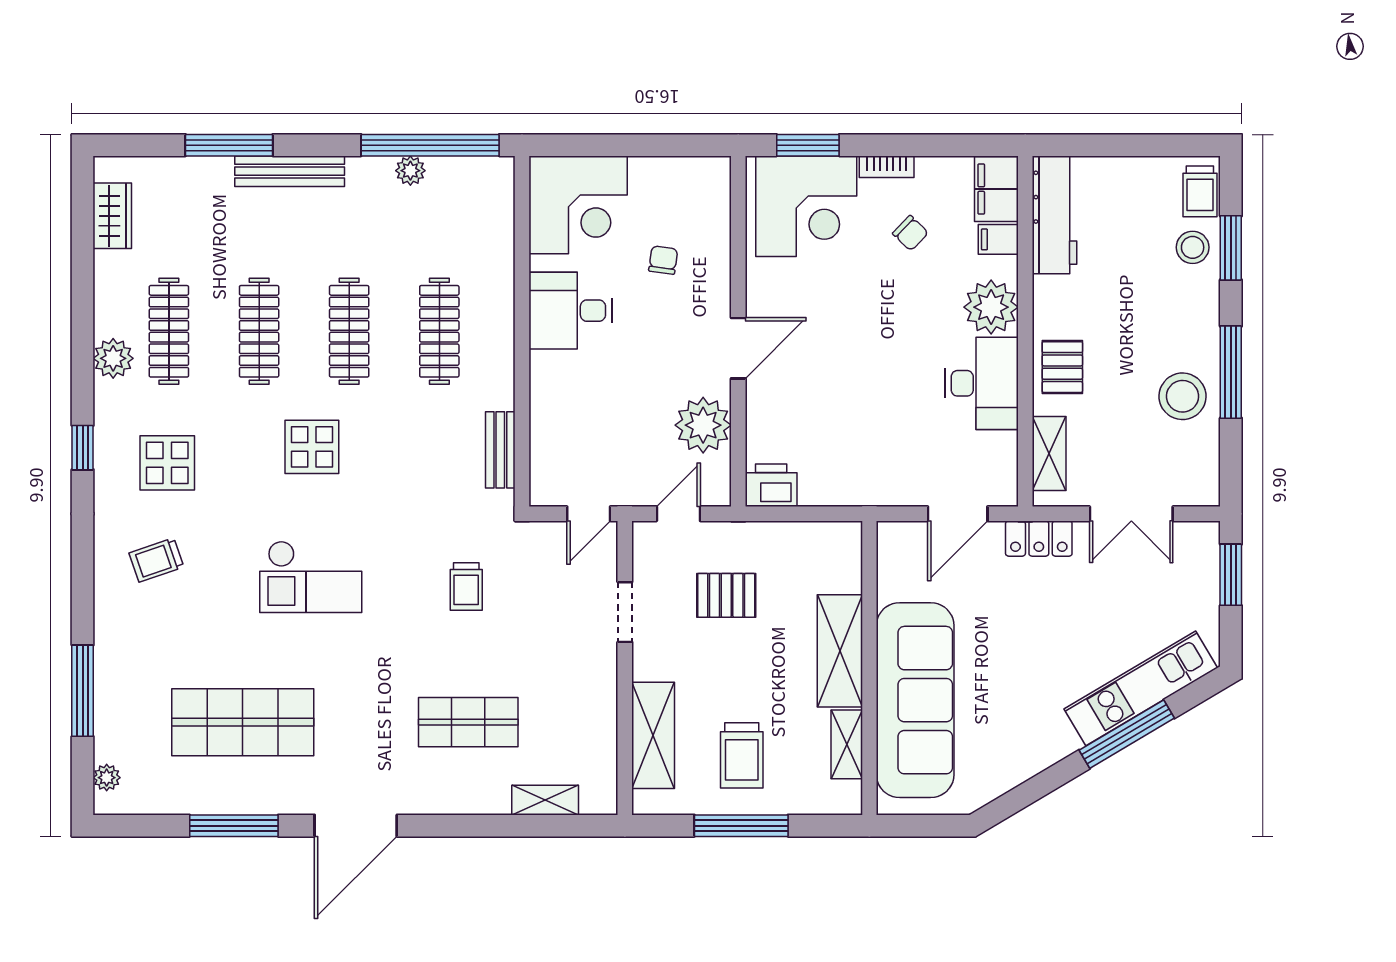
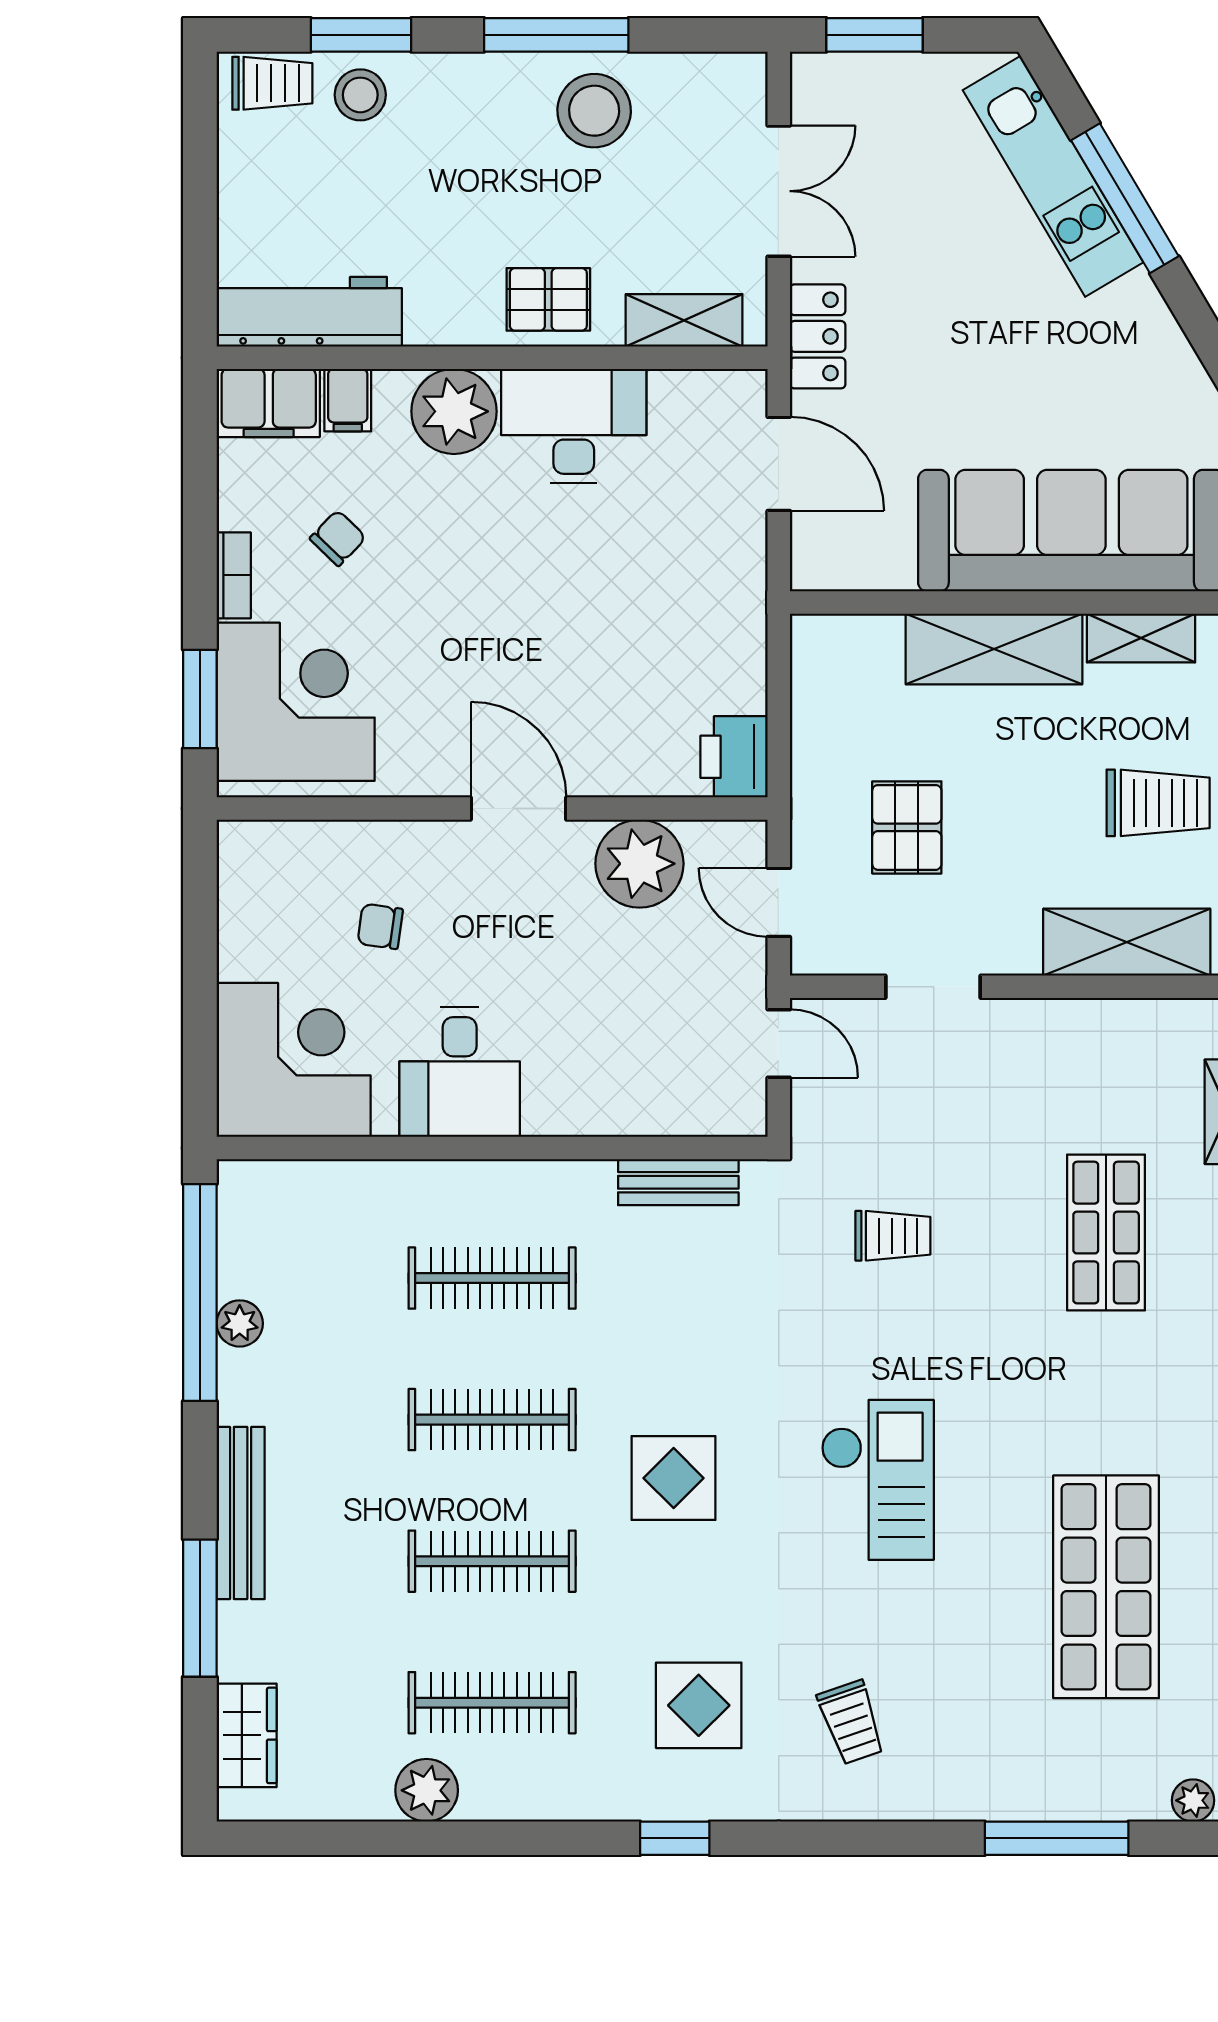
wardrobe: (112, 216) -> (247, 1735), moved, turned 90
plant: (113, 358) -> (427, 1790), moved

